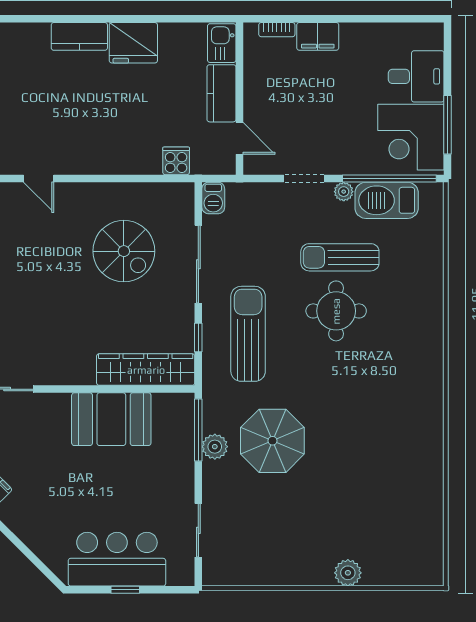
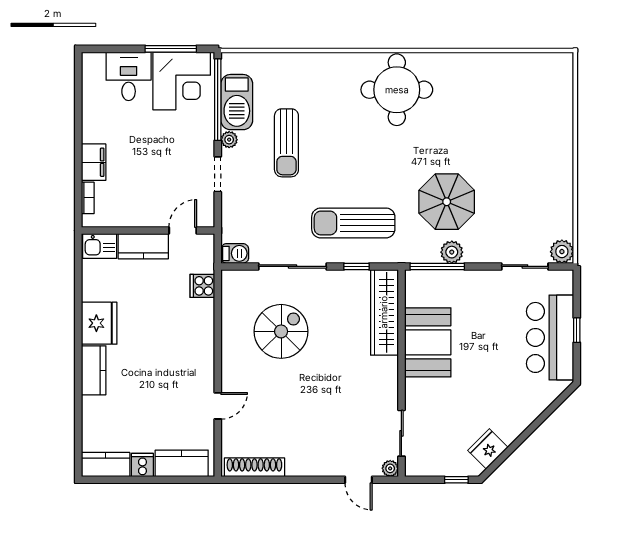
round table: (336, 311) -> (397, 90), moved, width x1.36, depth x1.36
plant: (348, 573) -> (562, 252), moved

